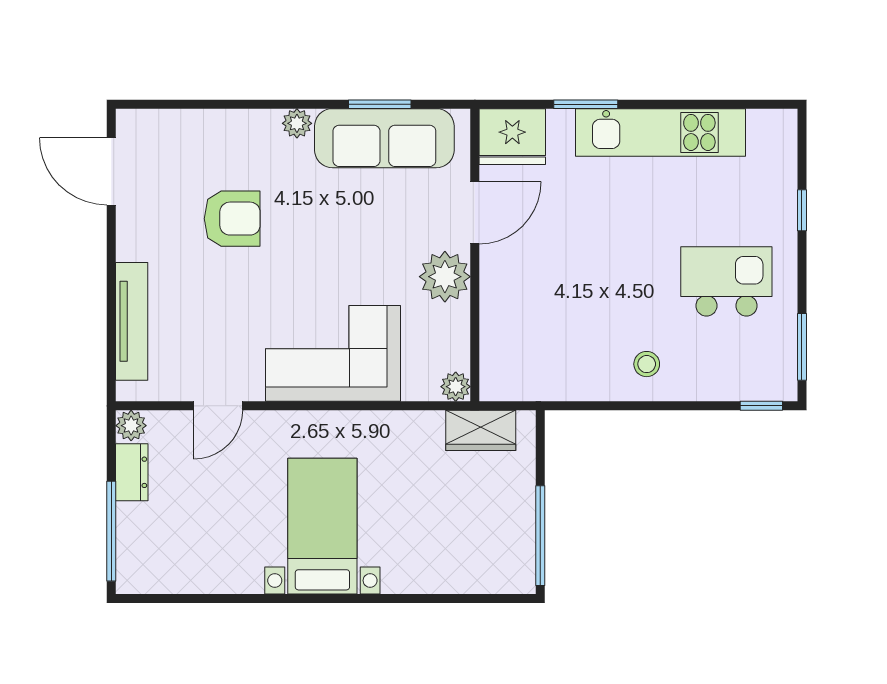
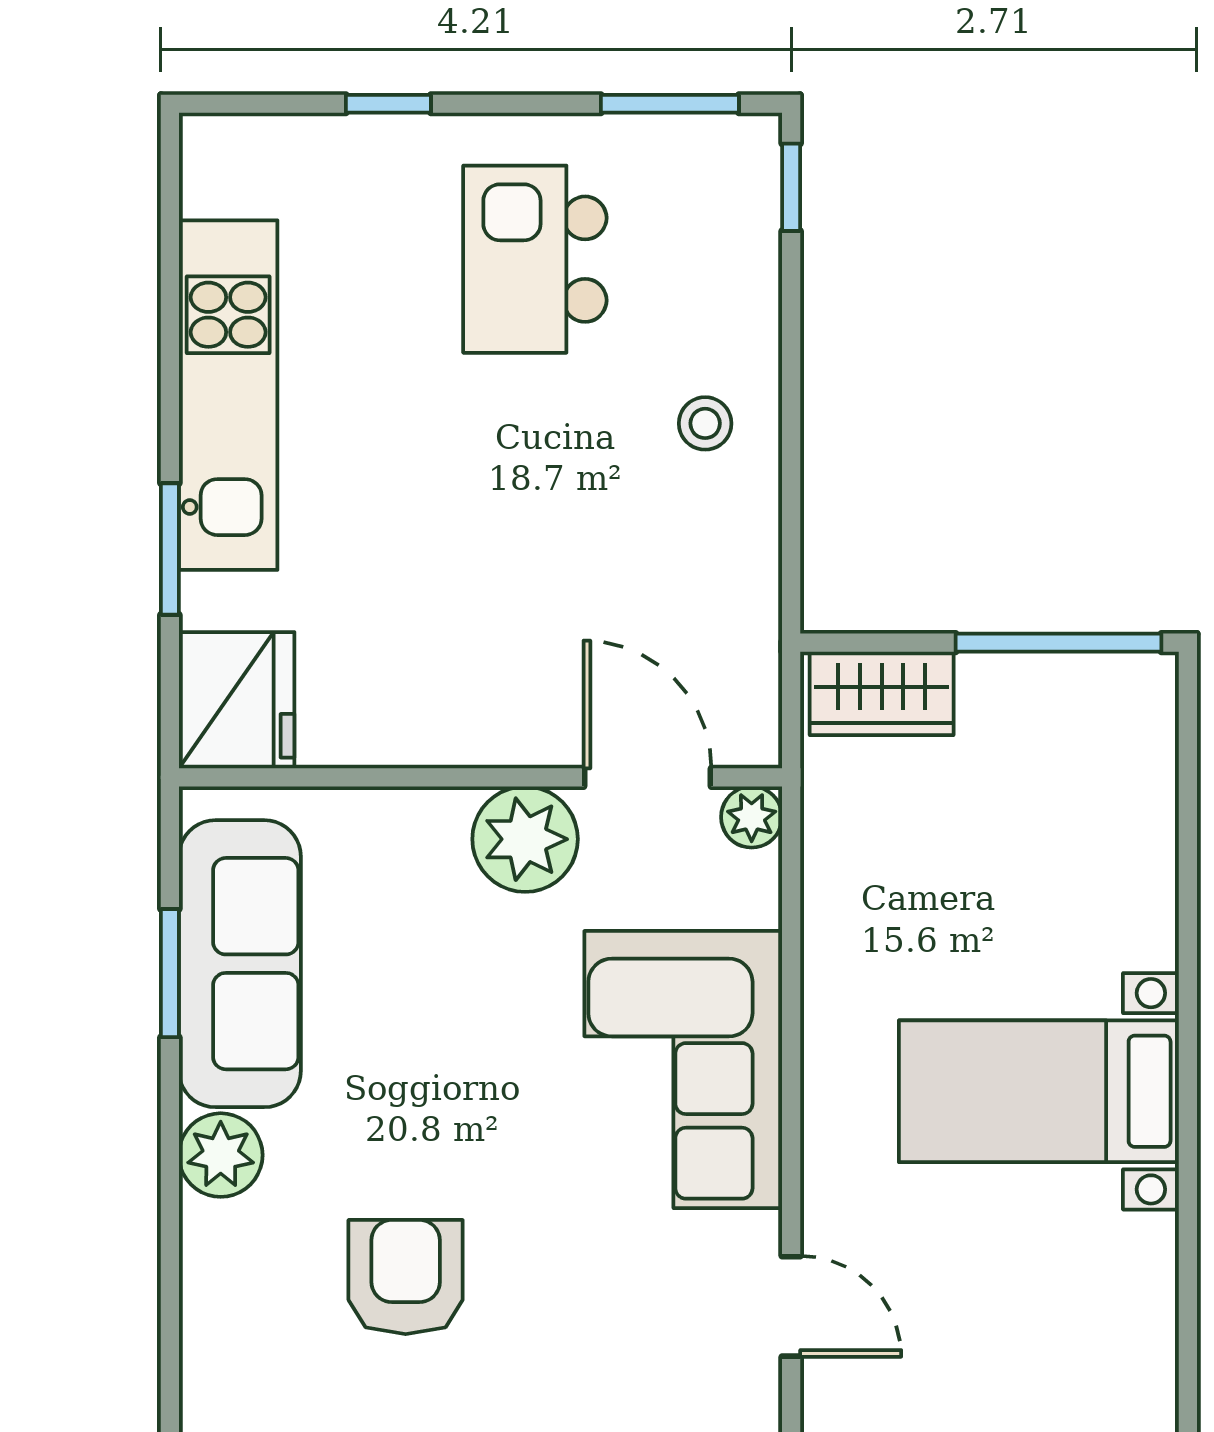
plant: (297, 123) -> (221, 1155), width x1.38, depth x1.38
door: (475, 213) -> (647, 777), moved
wardrobe: (481, 430) -> (882, 693), moved, turned 90

